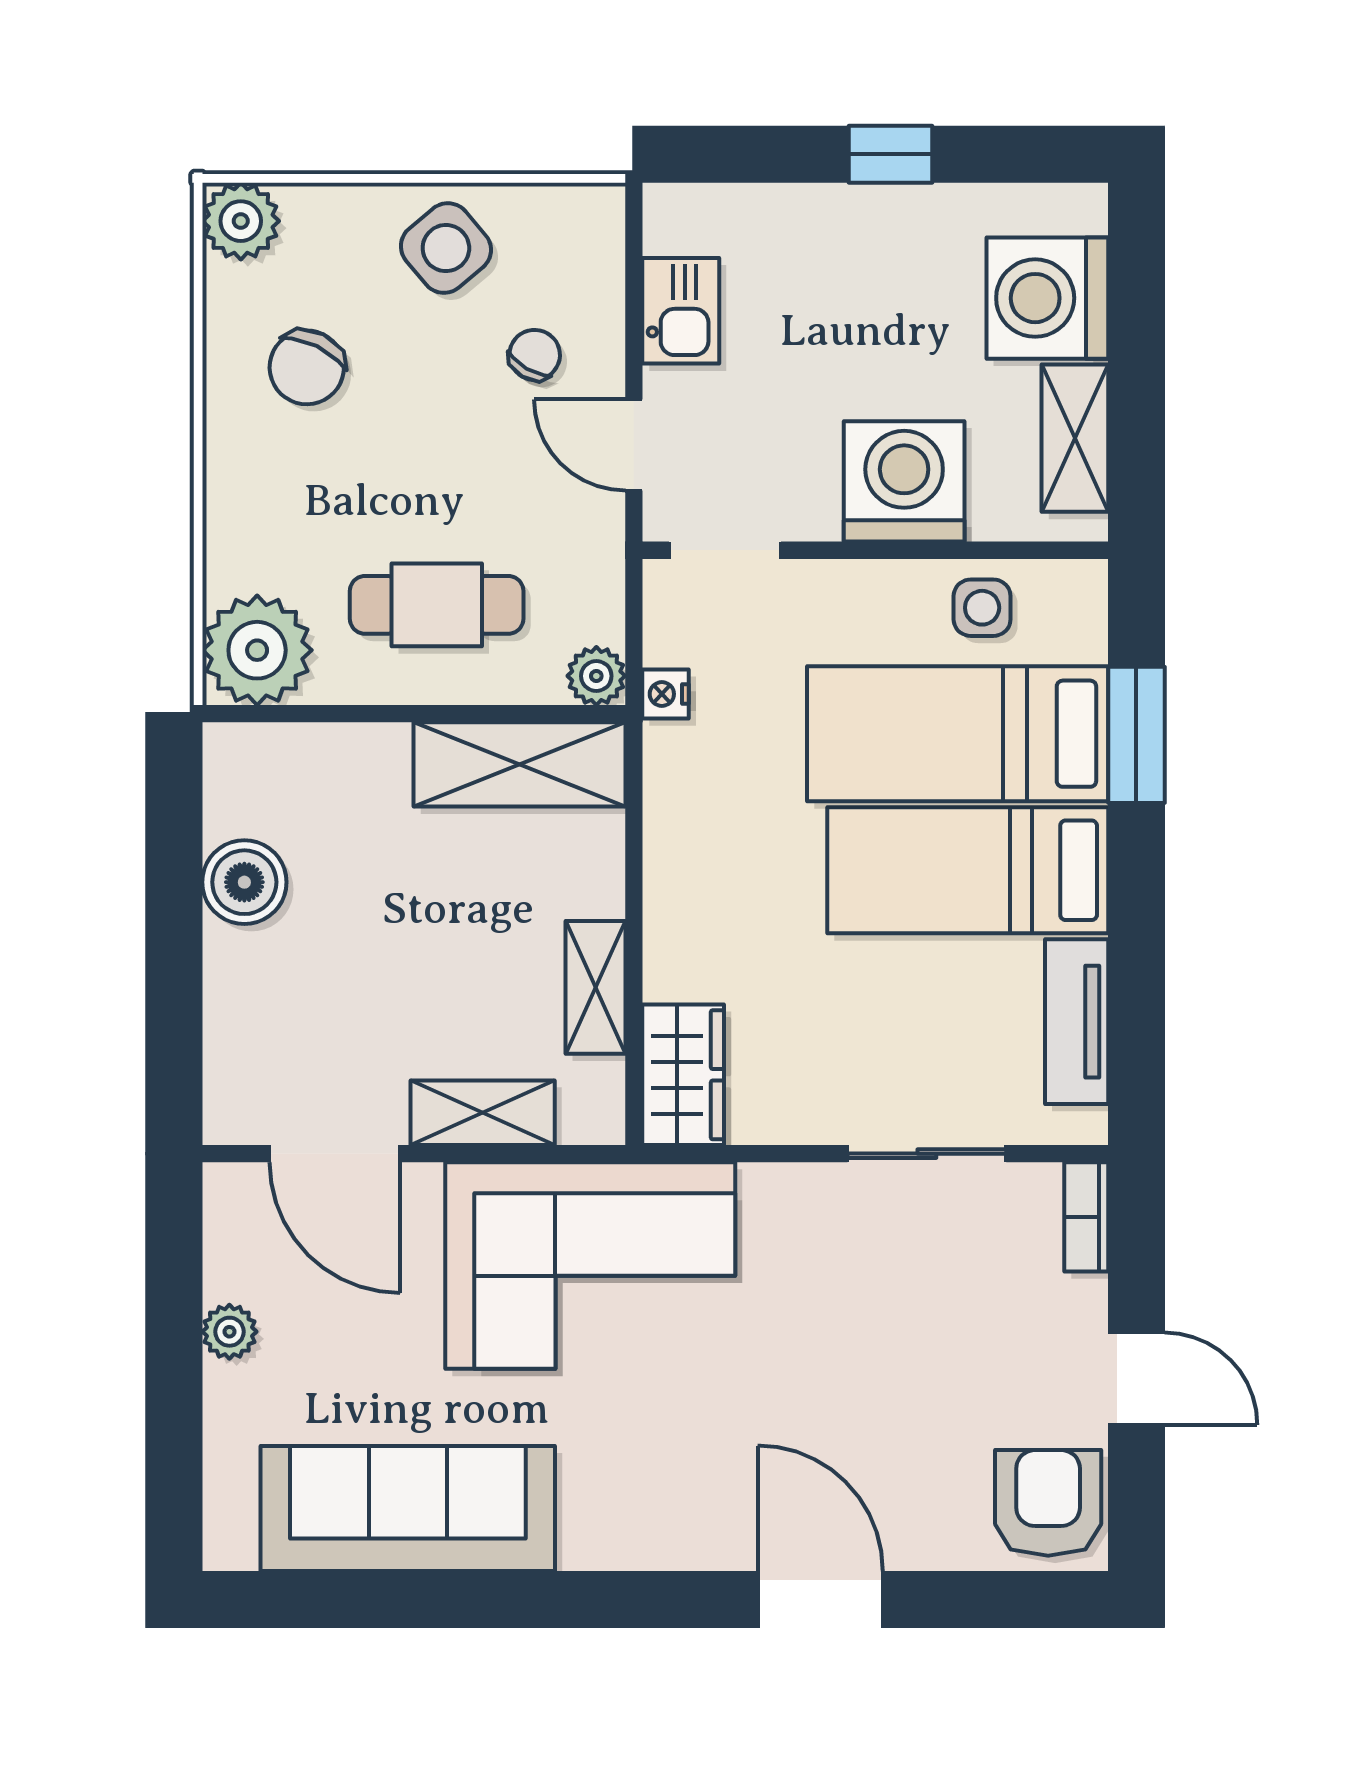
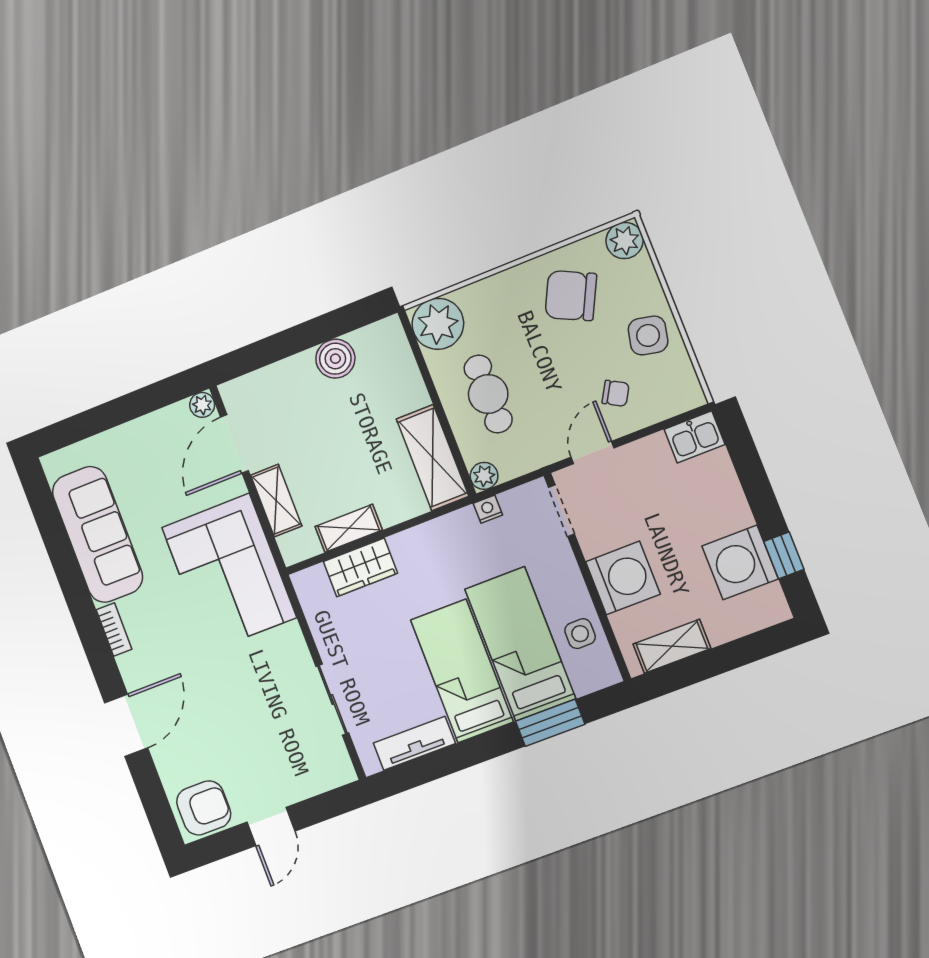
window: (891, 154) -> (784, 555), moved
side table: (446, 248) -> (648, 335), turned -38
washing machine: (1047, 298) -> (740, 562), moved, turned -90
kitchen sink: (681, 311) -> (695, 437), moved
chair: (307, 367) -> (571, 296), width x1.37, depth x1.37
wardrobe: (683, 1075) -> (360, 567), moved
bookcase: (1086, 1217) -> (114, 630), moved, turned 90
plant: (229, 1332) -> (202, 405), moved

